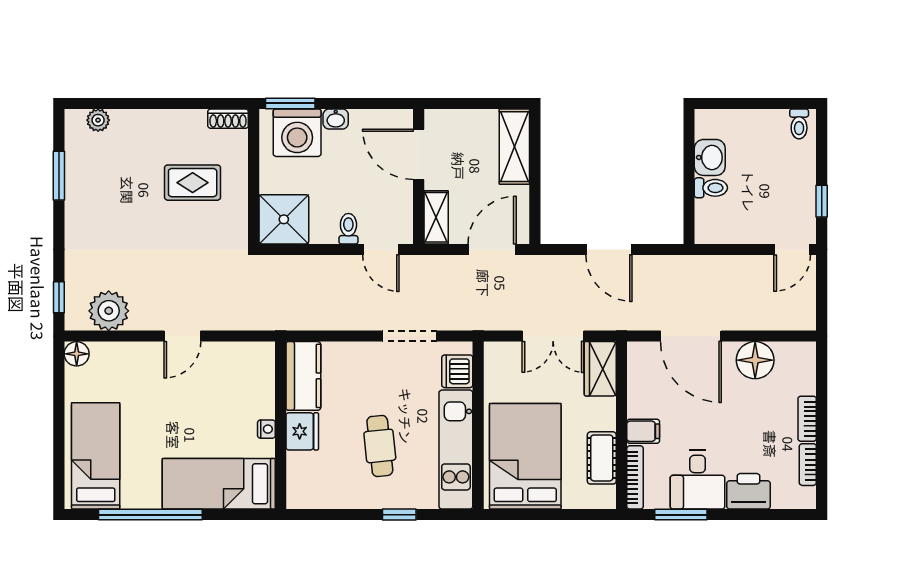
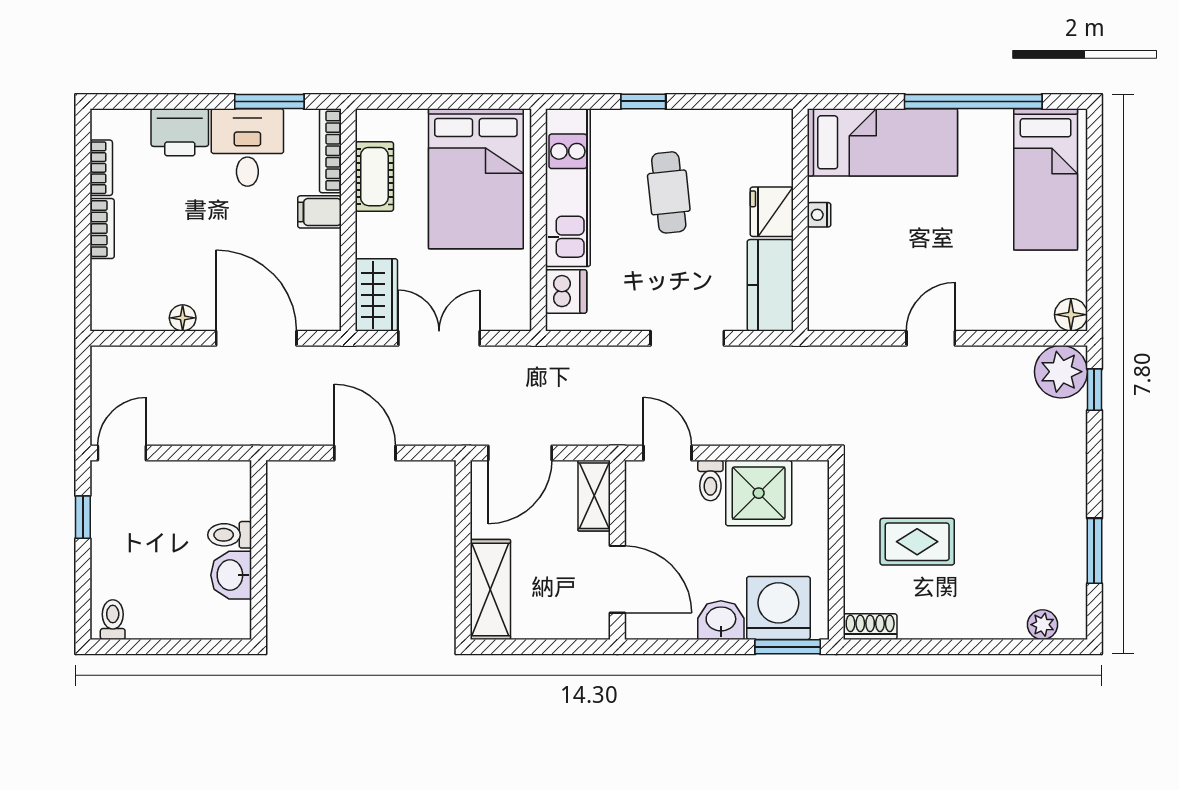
washbasin: (336, 119) -> (721, 620), width x1.38, depth x1.45
shower: (284, 219) -> (759, 493), moved
plant: (109, 311) -> (1061, 372), moved
doorway: (409, 336) -> (687, 338), moved
floor lamp: (755, 360) -> (183, 318), width x0.53, depth x0.53

